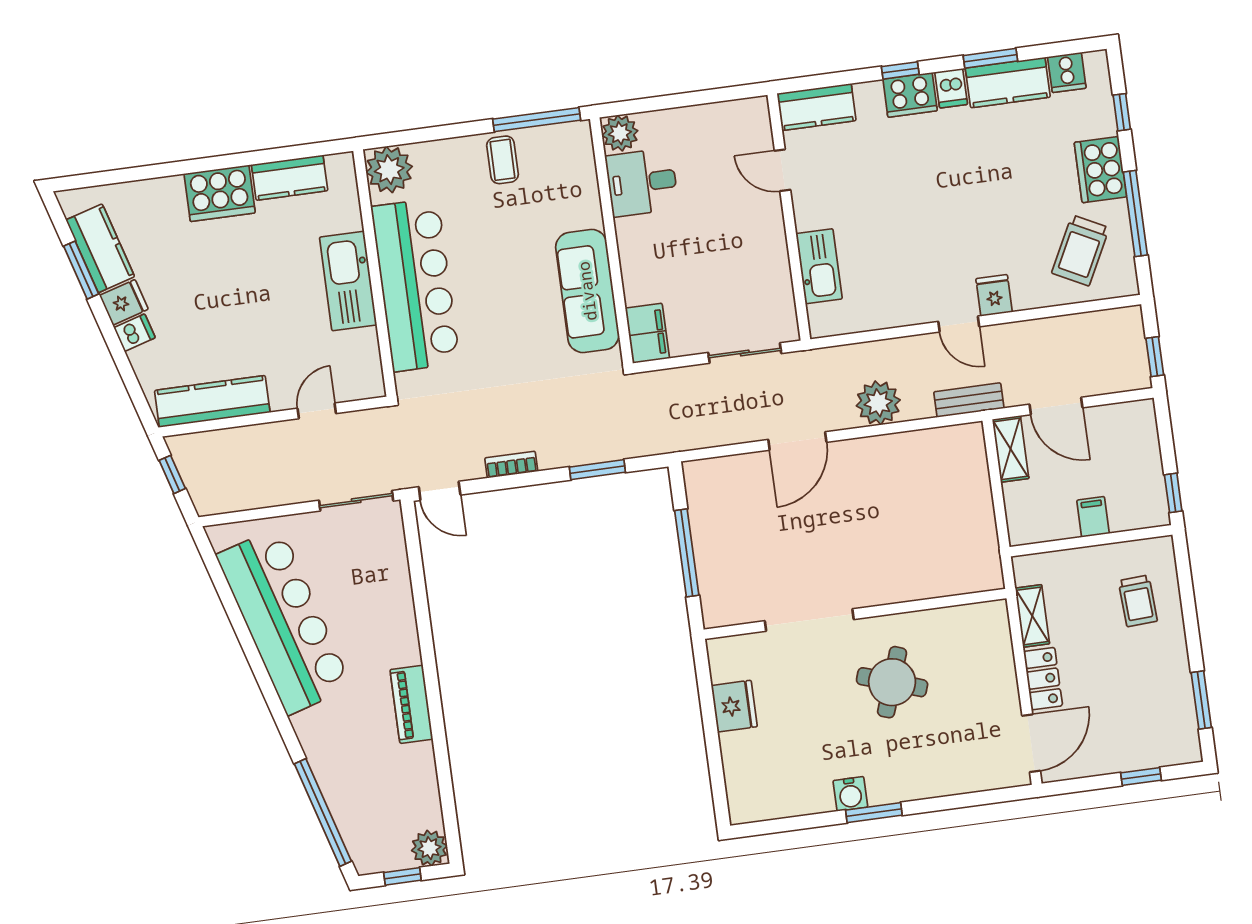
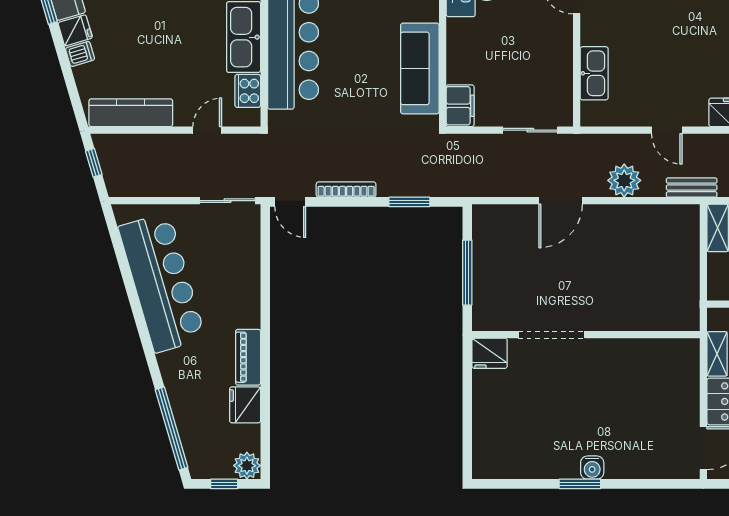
door: (959, 324) -> (667, 130), moved
cooker: (363, 352) -> (248, 91), added
bookcase: (511, 465) -> (346, 190), width x1.56
round table: (892, 682) -> (606, 389), removed
fridge: (734, 706) -> (490, 353), moved, turned 90
fridge: (416, 768) -> (245, 405), added
water cooler: (850, 794) -> (592, 468), moved

